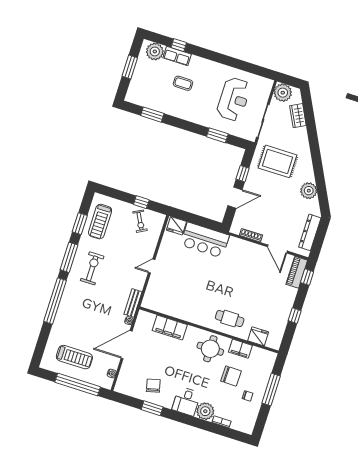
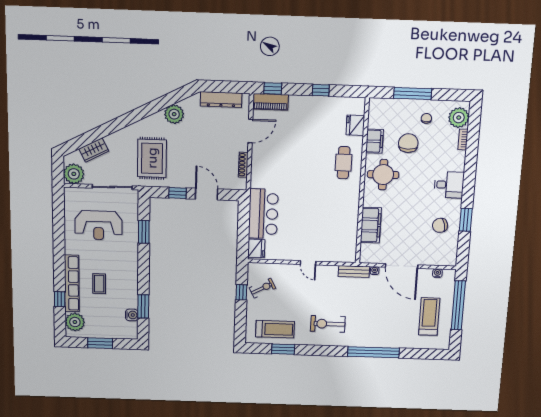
row of seats: (177, 56) -> (72, 283), width x2.02
reception desk: (234, 99) -> (99, 225), turned 180
water cooler: (147, 102) -> (132, 315), added
window: (69, 257) -> (322, 351), removed
plant: (205, 411) -> (459, 118), moved

